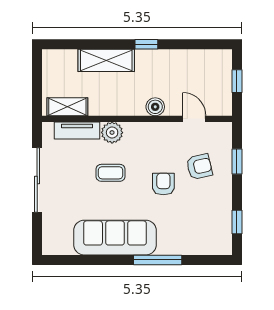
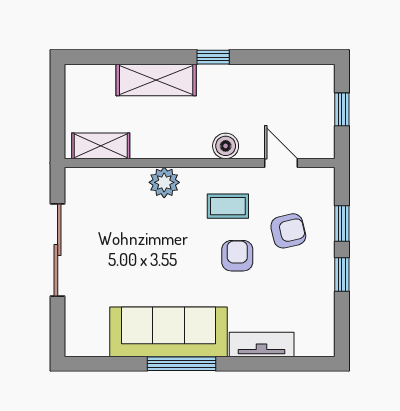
tv unit: (77, 130) -> (262, 344), moved, turned 180
coffee table: (111, 173) -> (228, 206), moved
window: (237, 222) -> (342, 274), moved
window: (158, 260) -> (182, 364), moved

